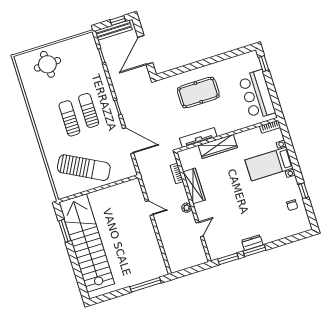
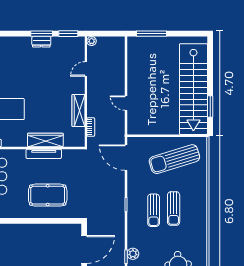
plant: (96, 61) -> (133, 254), added
tv unit: (198, 138) -> (44, 154), moved
door: (128, 141) -> (126, 158), moved
sun lounger: (84, 168) -> (174, 159), turned -45
plant: (187, 208) -> (92, 41), moved

